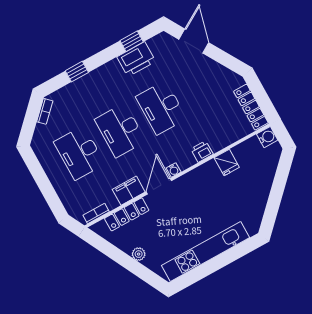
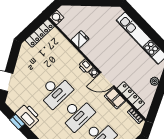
printer: (202, 152) -> (86, 66), moved

